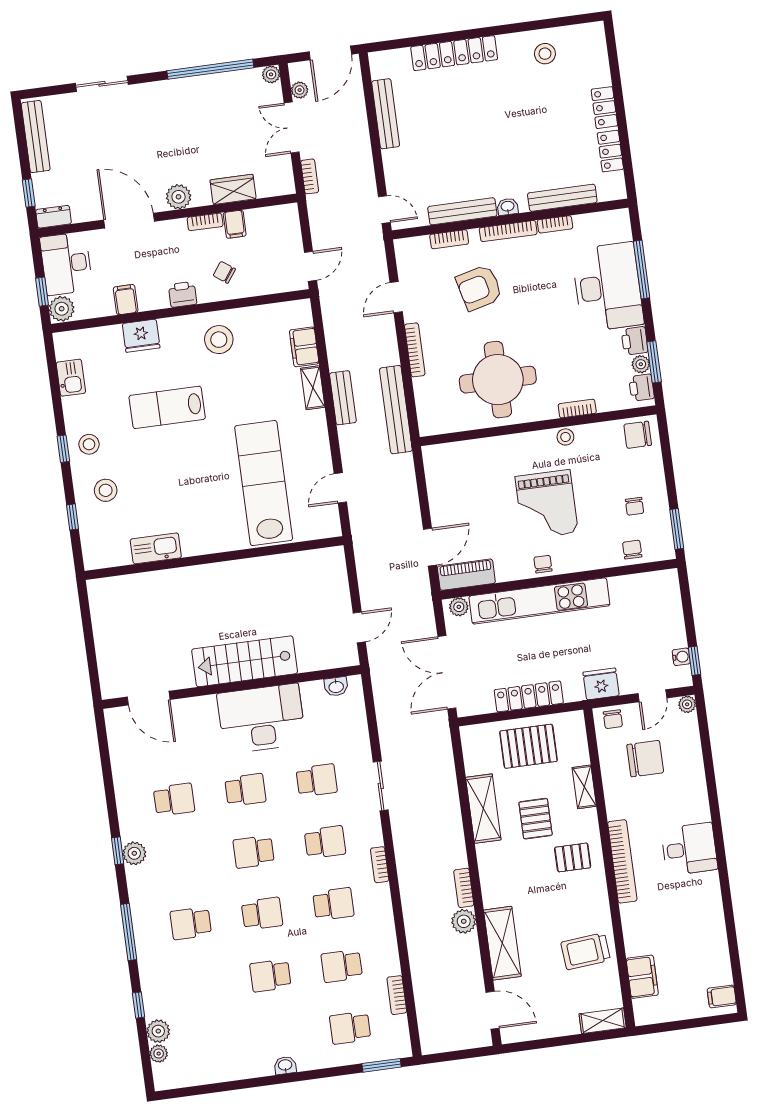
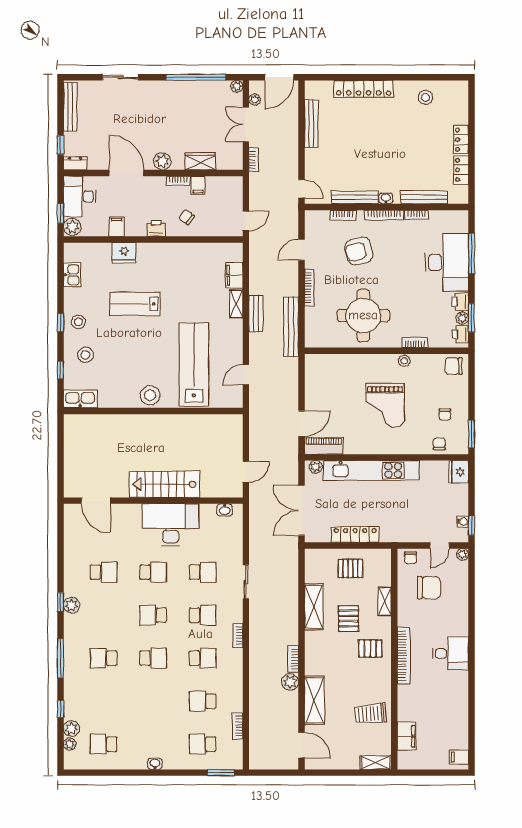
stool: (219, 340) -> (150, 395), moved
kitchen sink: (156, 548) -> (80, 399), moved
chair: (543, 564) -> (377, 445), removed
fridge: (601, 684) -> (459, 472), moved, turned -90
pallet: (528, 746) -> (350, 568), width x0.67, depth x0.71
school desk: (270, 976) -> (104, 744), moved

